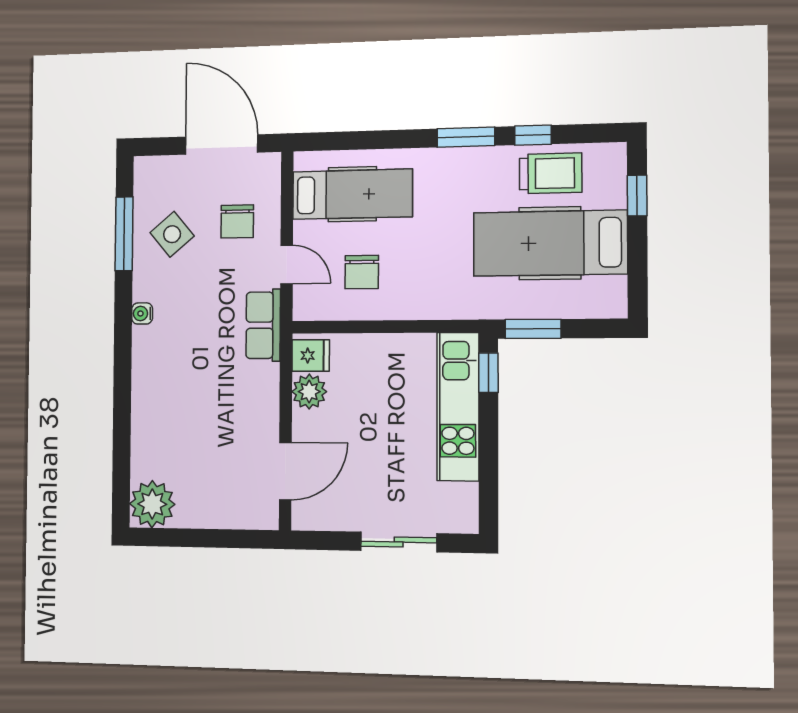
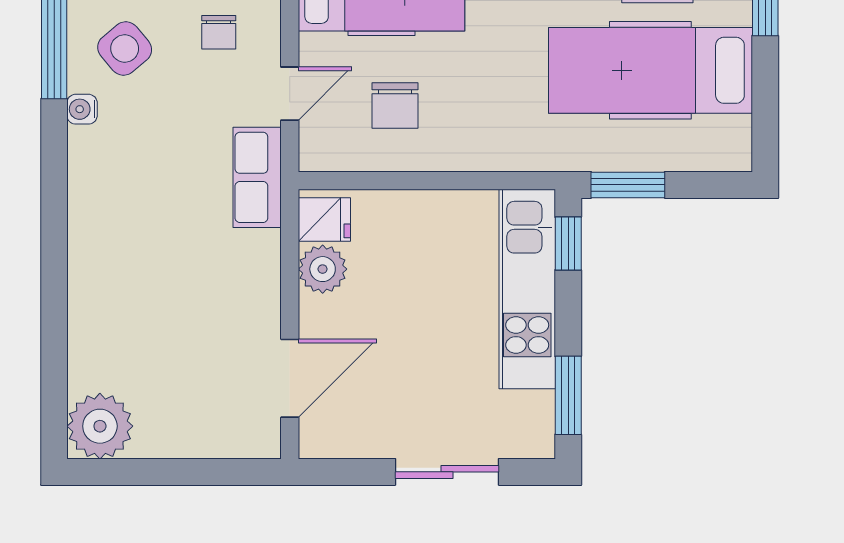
chair: (237, 221) -> (219, 32), width x0.73, depth x0.73
door: (287, 264) -> (290, 94), hinge flipped
water cooler: (142, 313) -> (82, 109), moved
window: (488, 486) -> (568, 395), added

